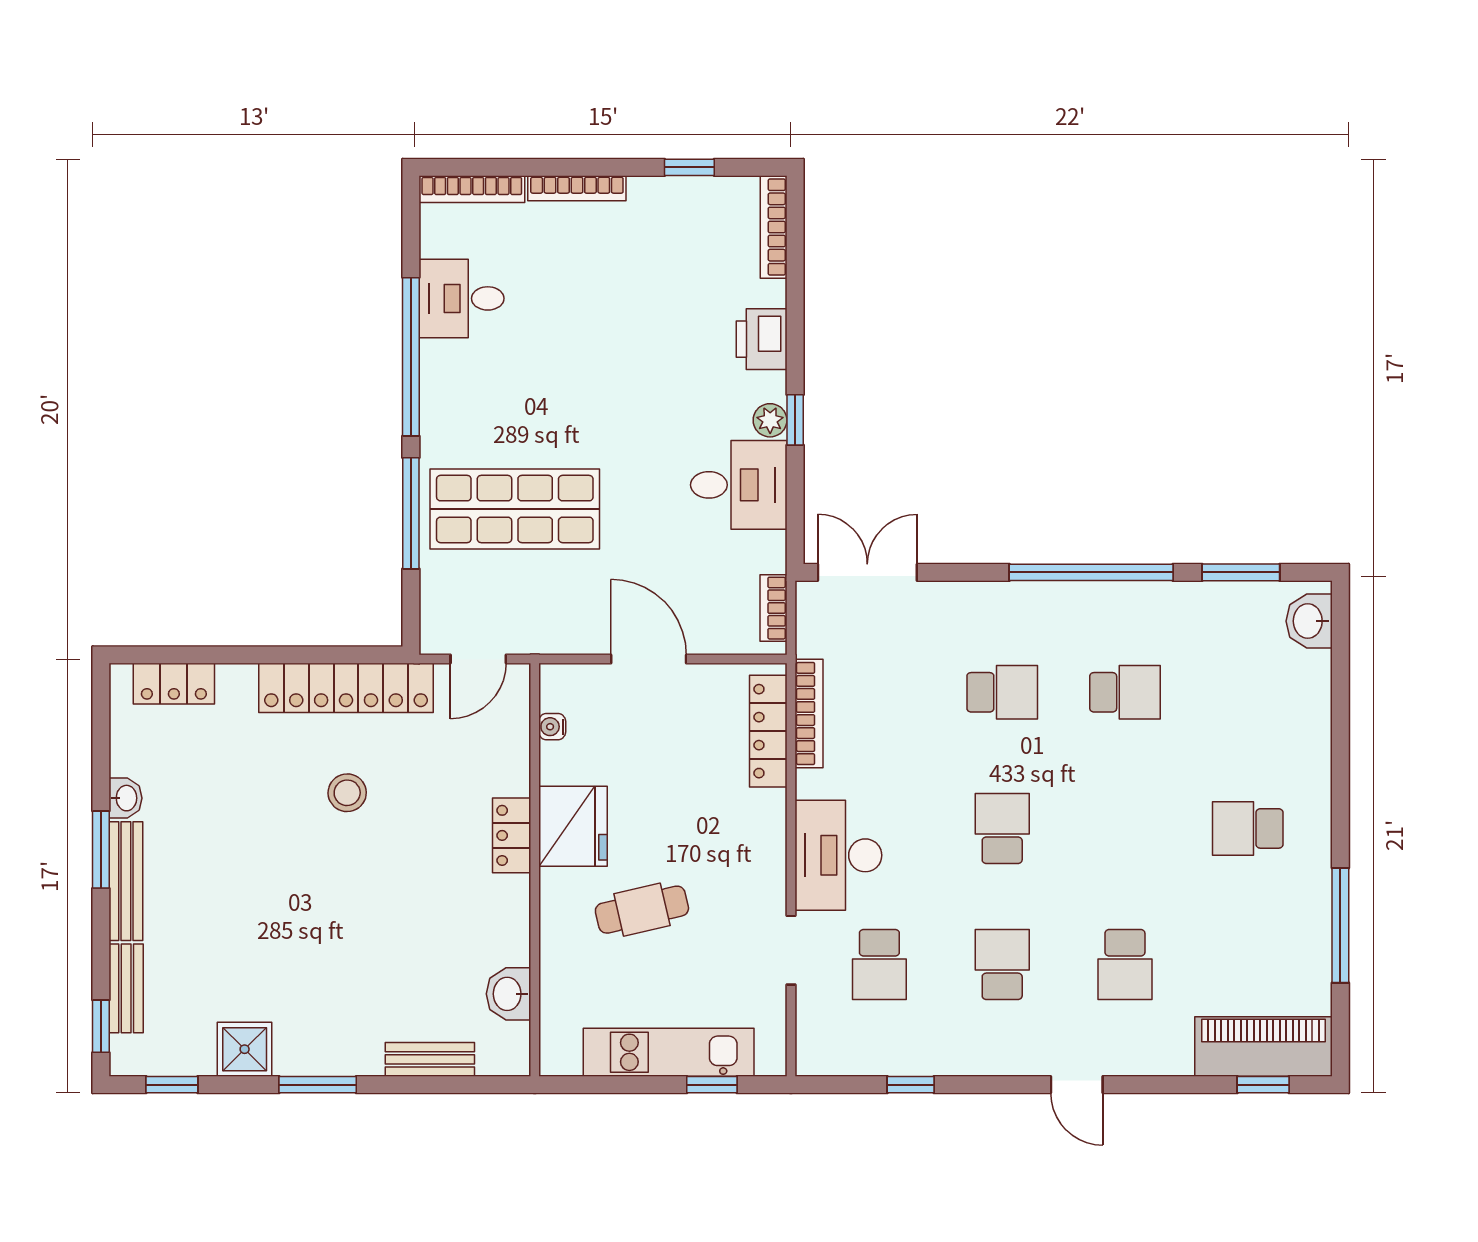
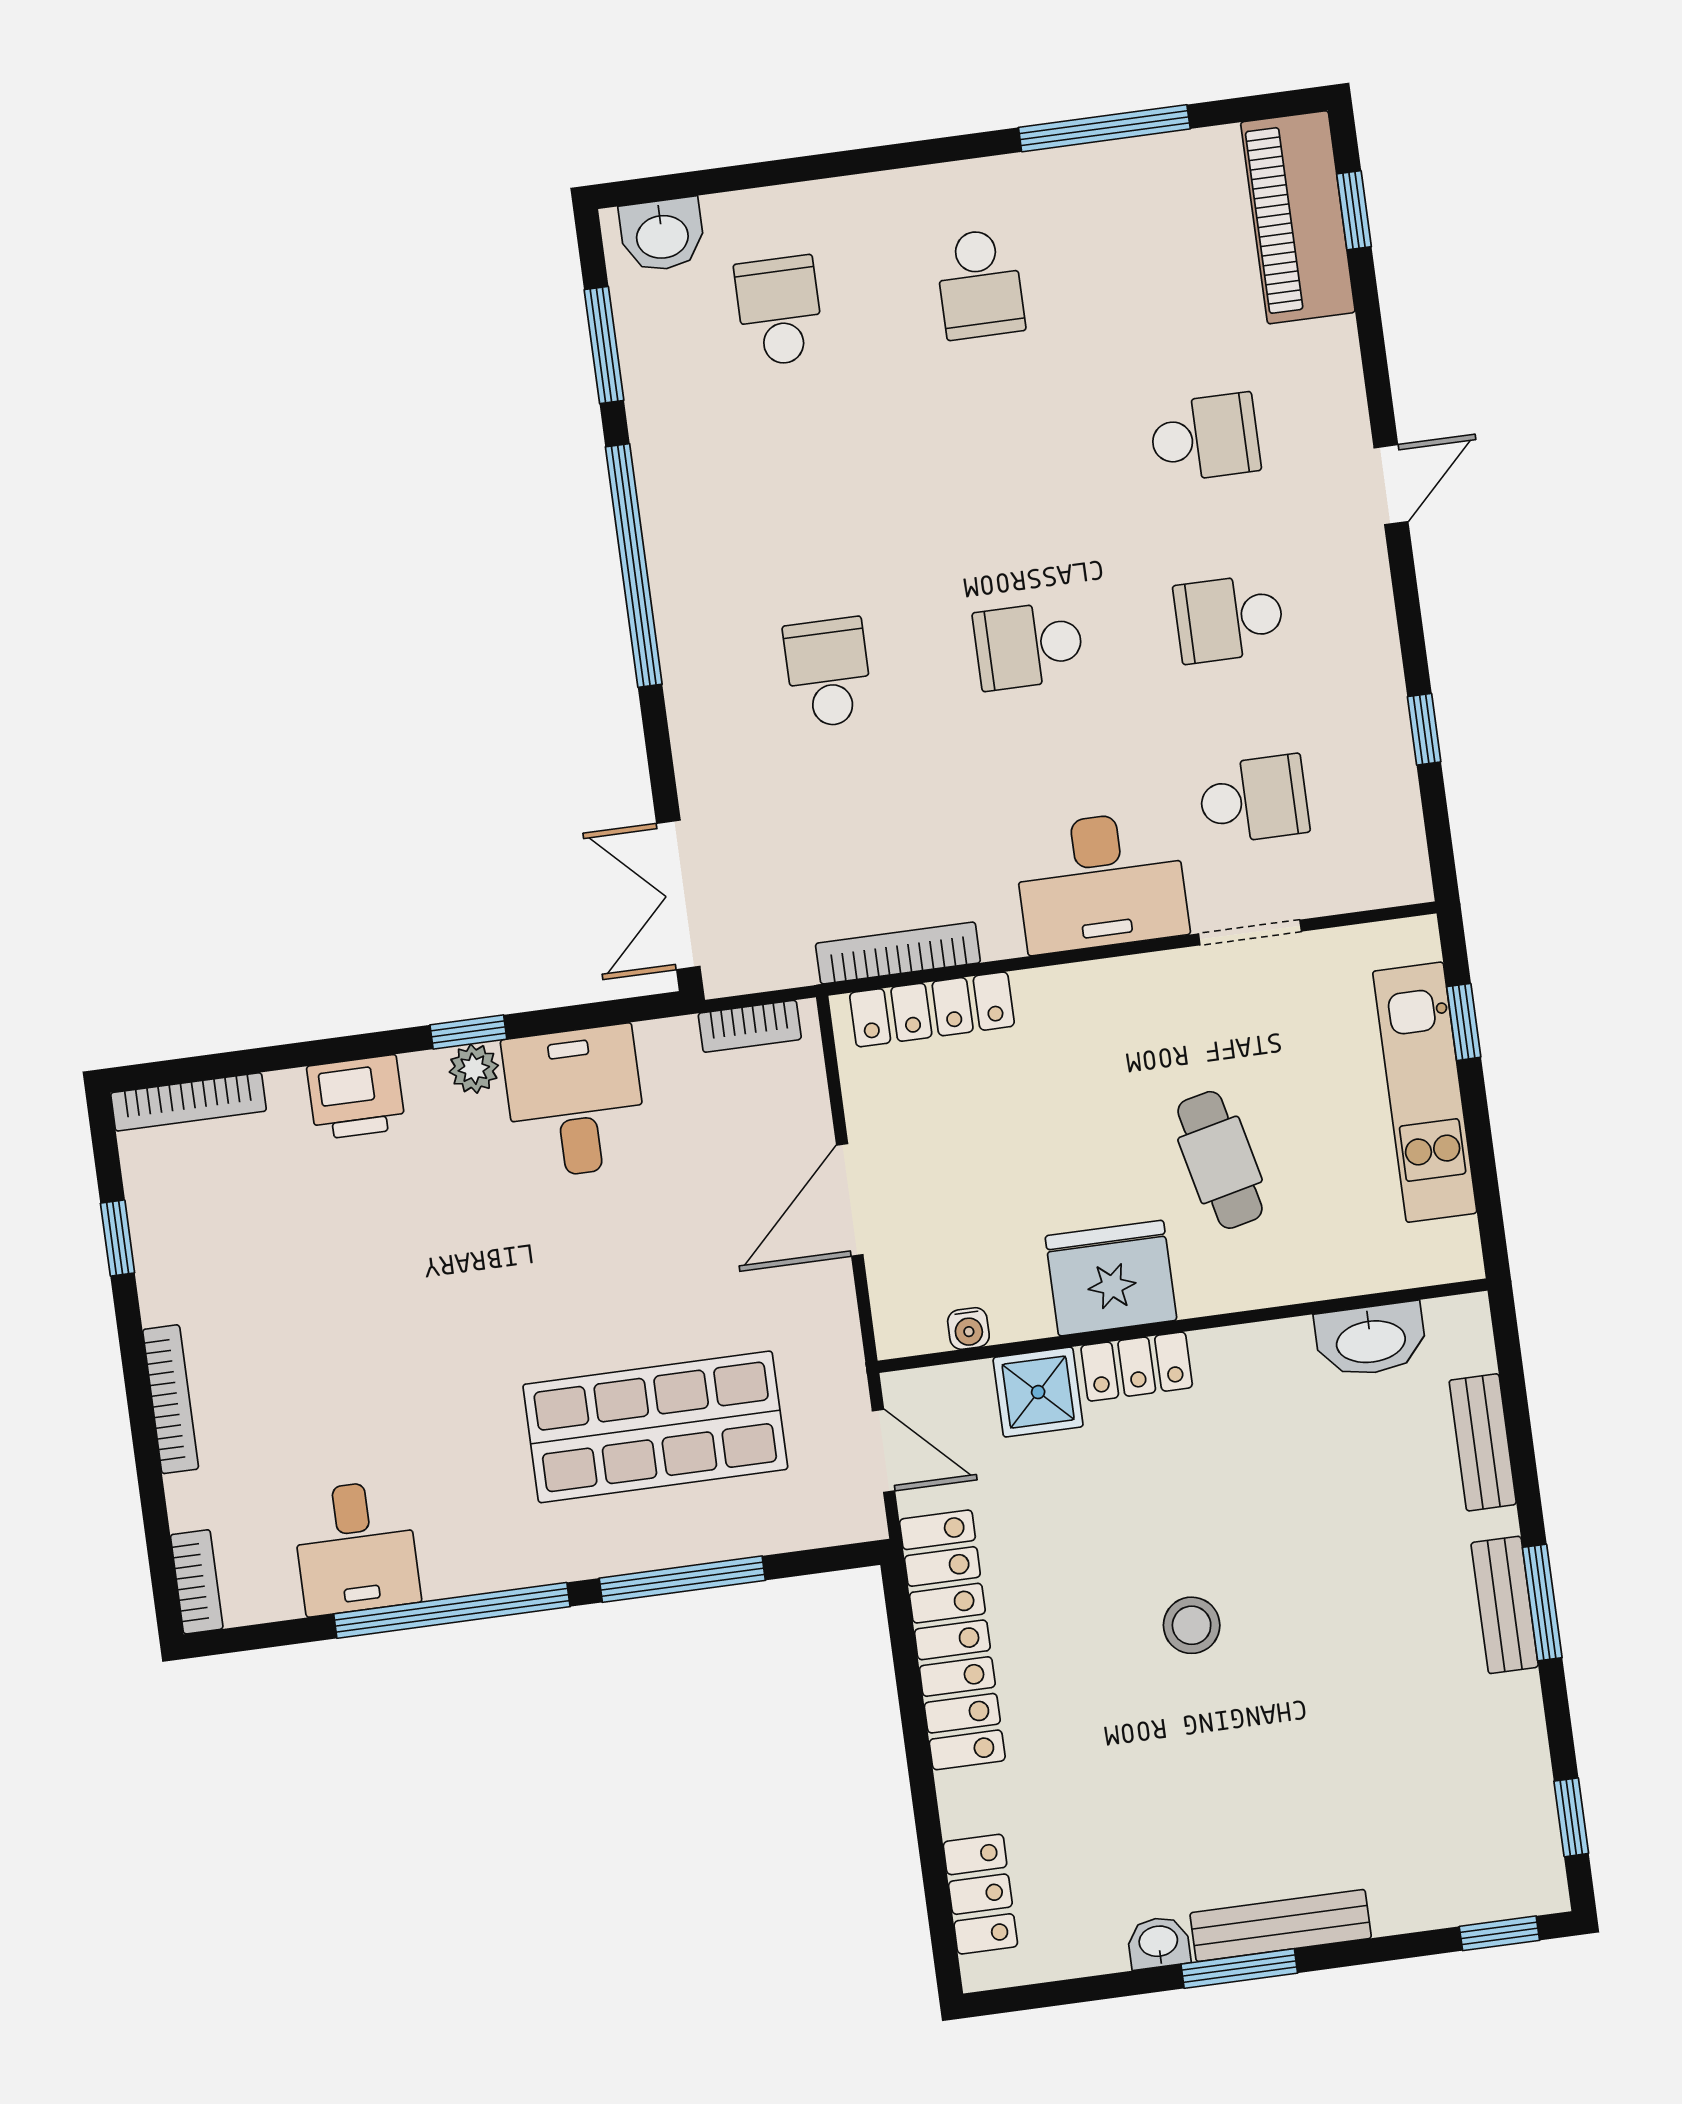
bookcase: (472, 189) -> (197, 1582), width x0.64
shop shelf: (515, 509) -> (655, 1427), turned 90
school desk: (1125, 692) -> (779, 311), moved
stool: (347, 793) -> (1192, 1625), moved
bench: (126, 988) -> (1505, 1605), moved, turned 90
washbasin: (508, 994) -> (1371, 1340), width x1.38
shower: (245, 1049) -> (1038, 1392), moved

